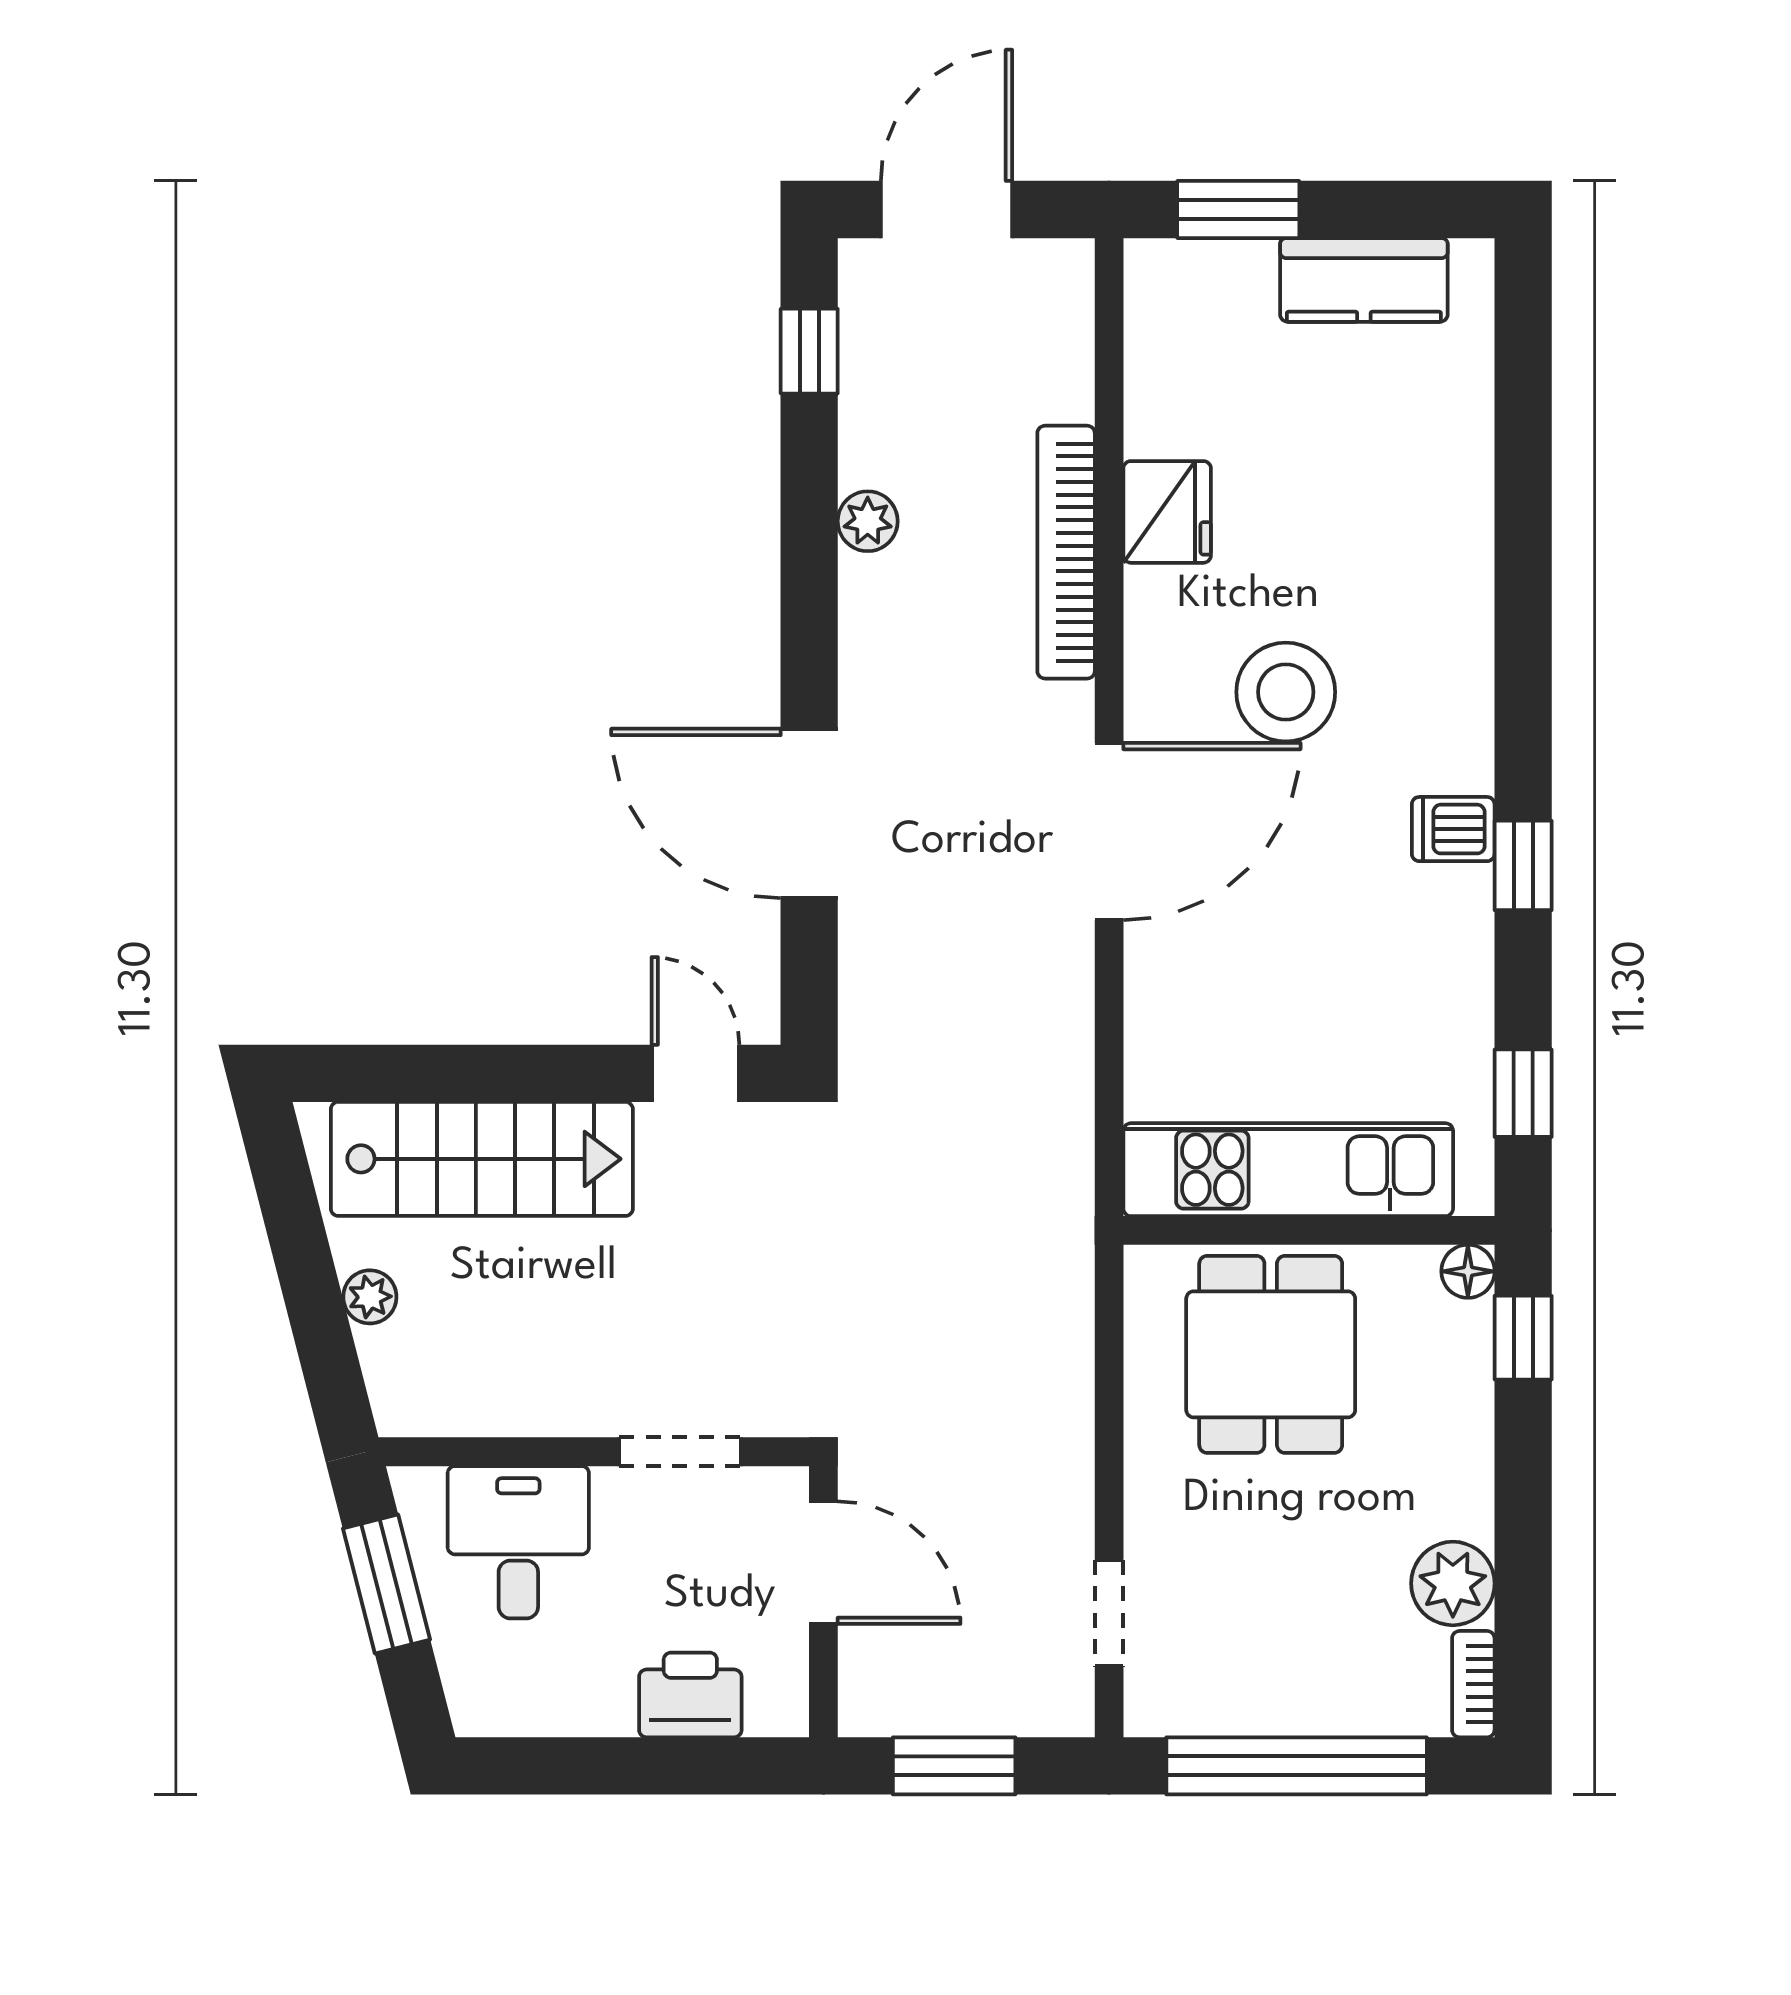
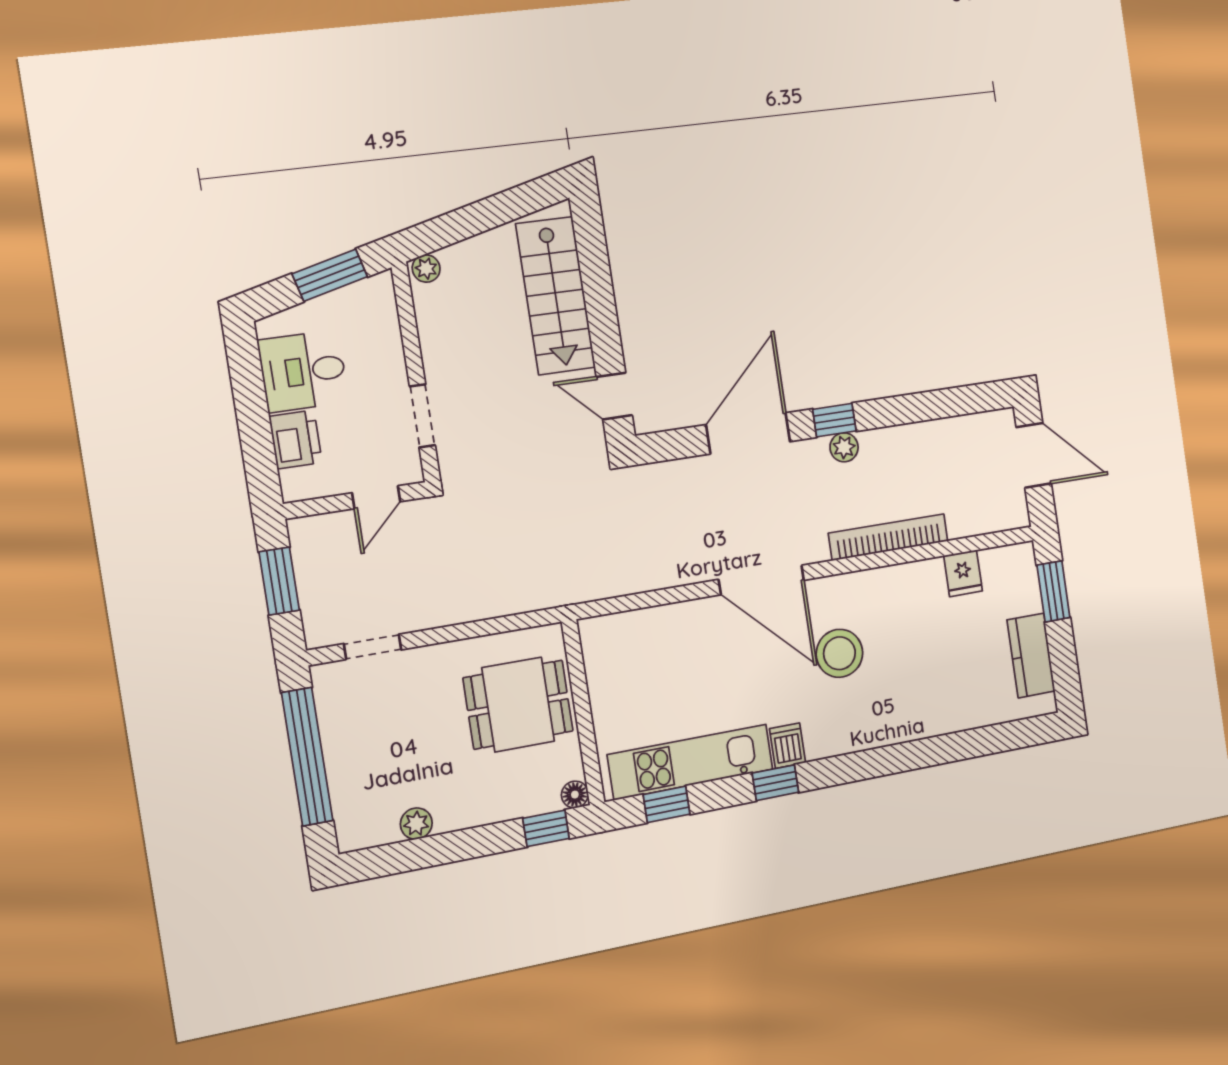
window: (809, 351) -> (834, 420), moved
fridge: (1167, 512) -> (963, 573), moved, width x0.72
plant: (868, 521) -> (844, 447), moved
door: (695, 1073) -> (614, 396), swing flipped
kitchen unit: (1288, 1170) -> (691, 762), moved, turned -90
plant: (370, 1297) -> (426, 268), moved
desk: (518, 1542) -> (303, 371), moved, turned 180
door: (823, 1563) -> (376, 497), width x0.73
plant: (1453, 1583) -> (416, 824), width x0.73, depth x0.73
bookcase: (1473, 1684) -> (365, 838), removed

